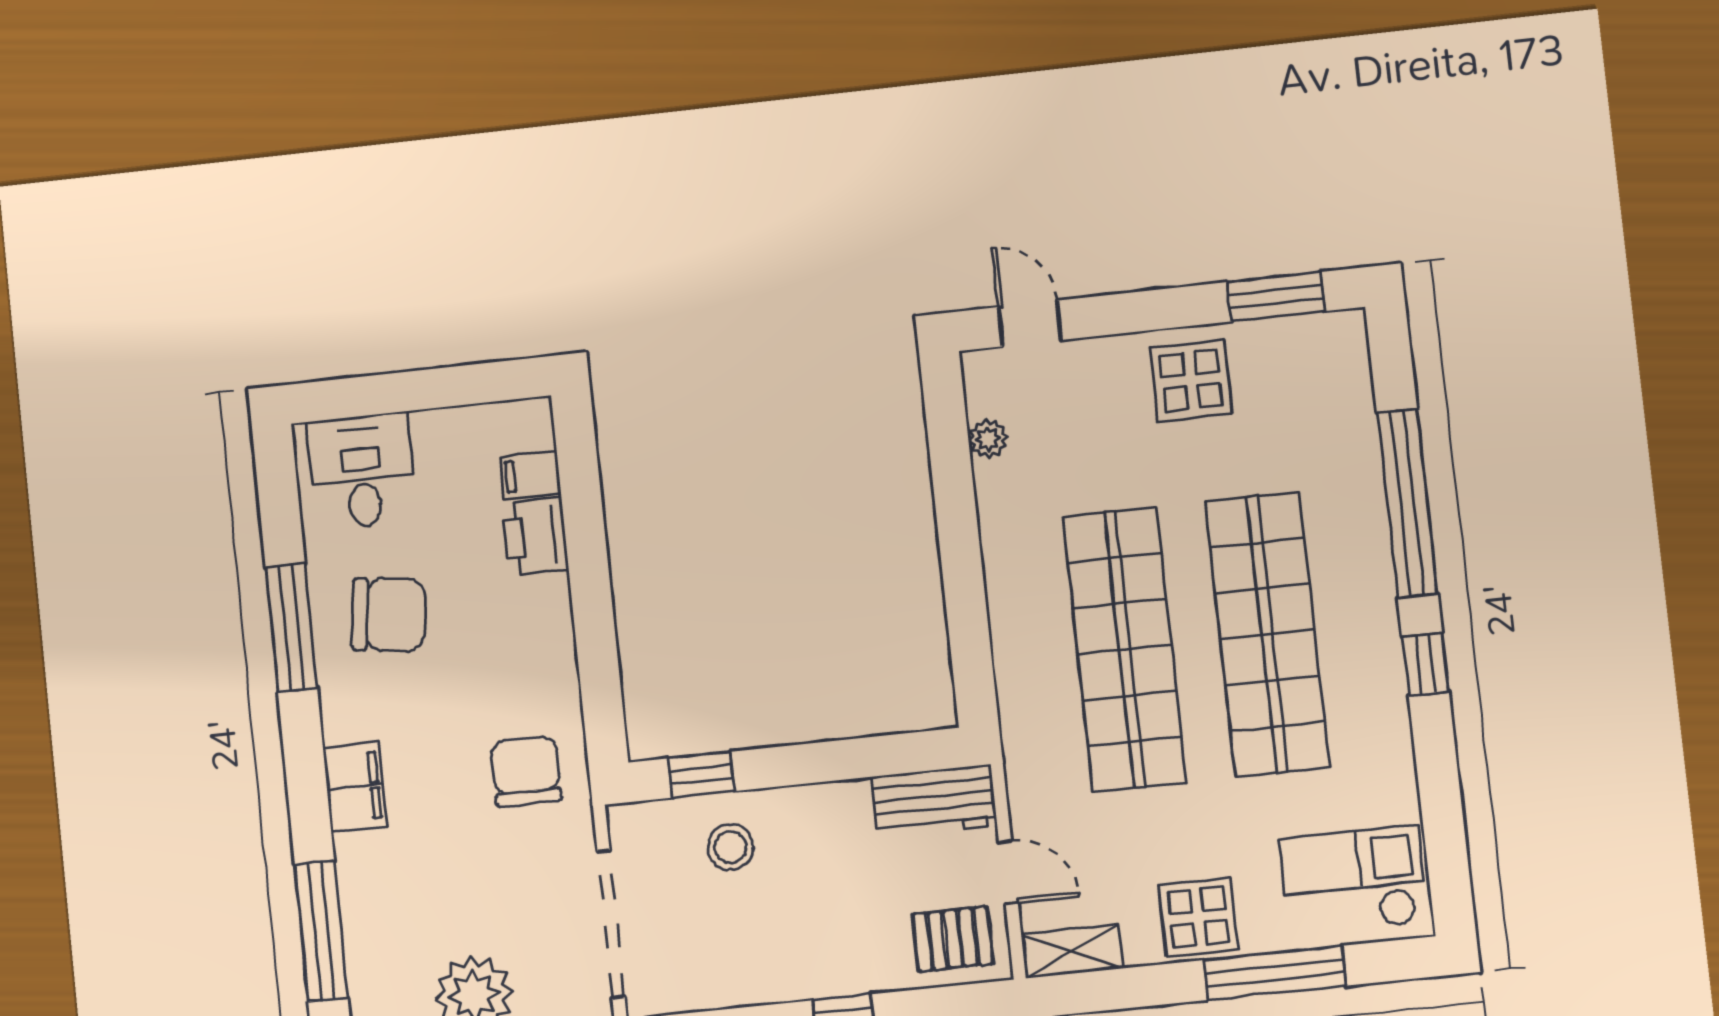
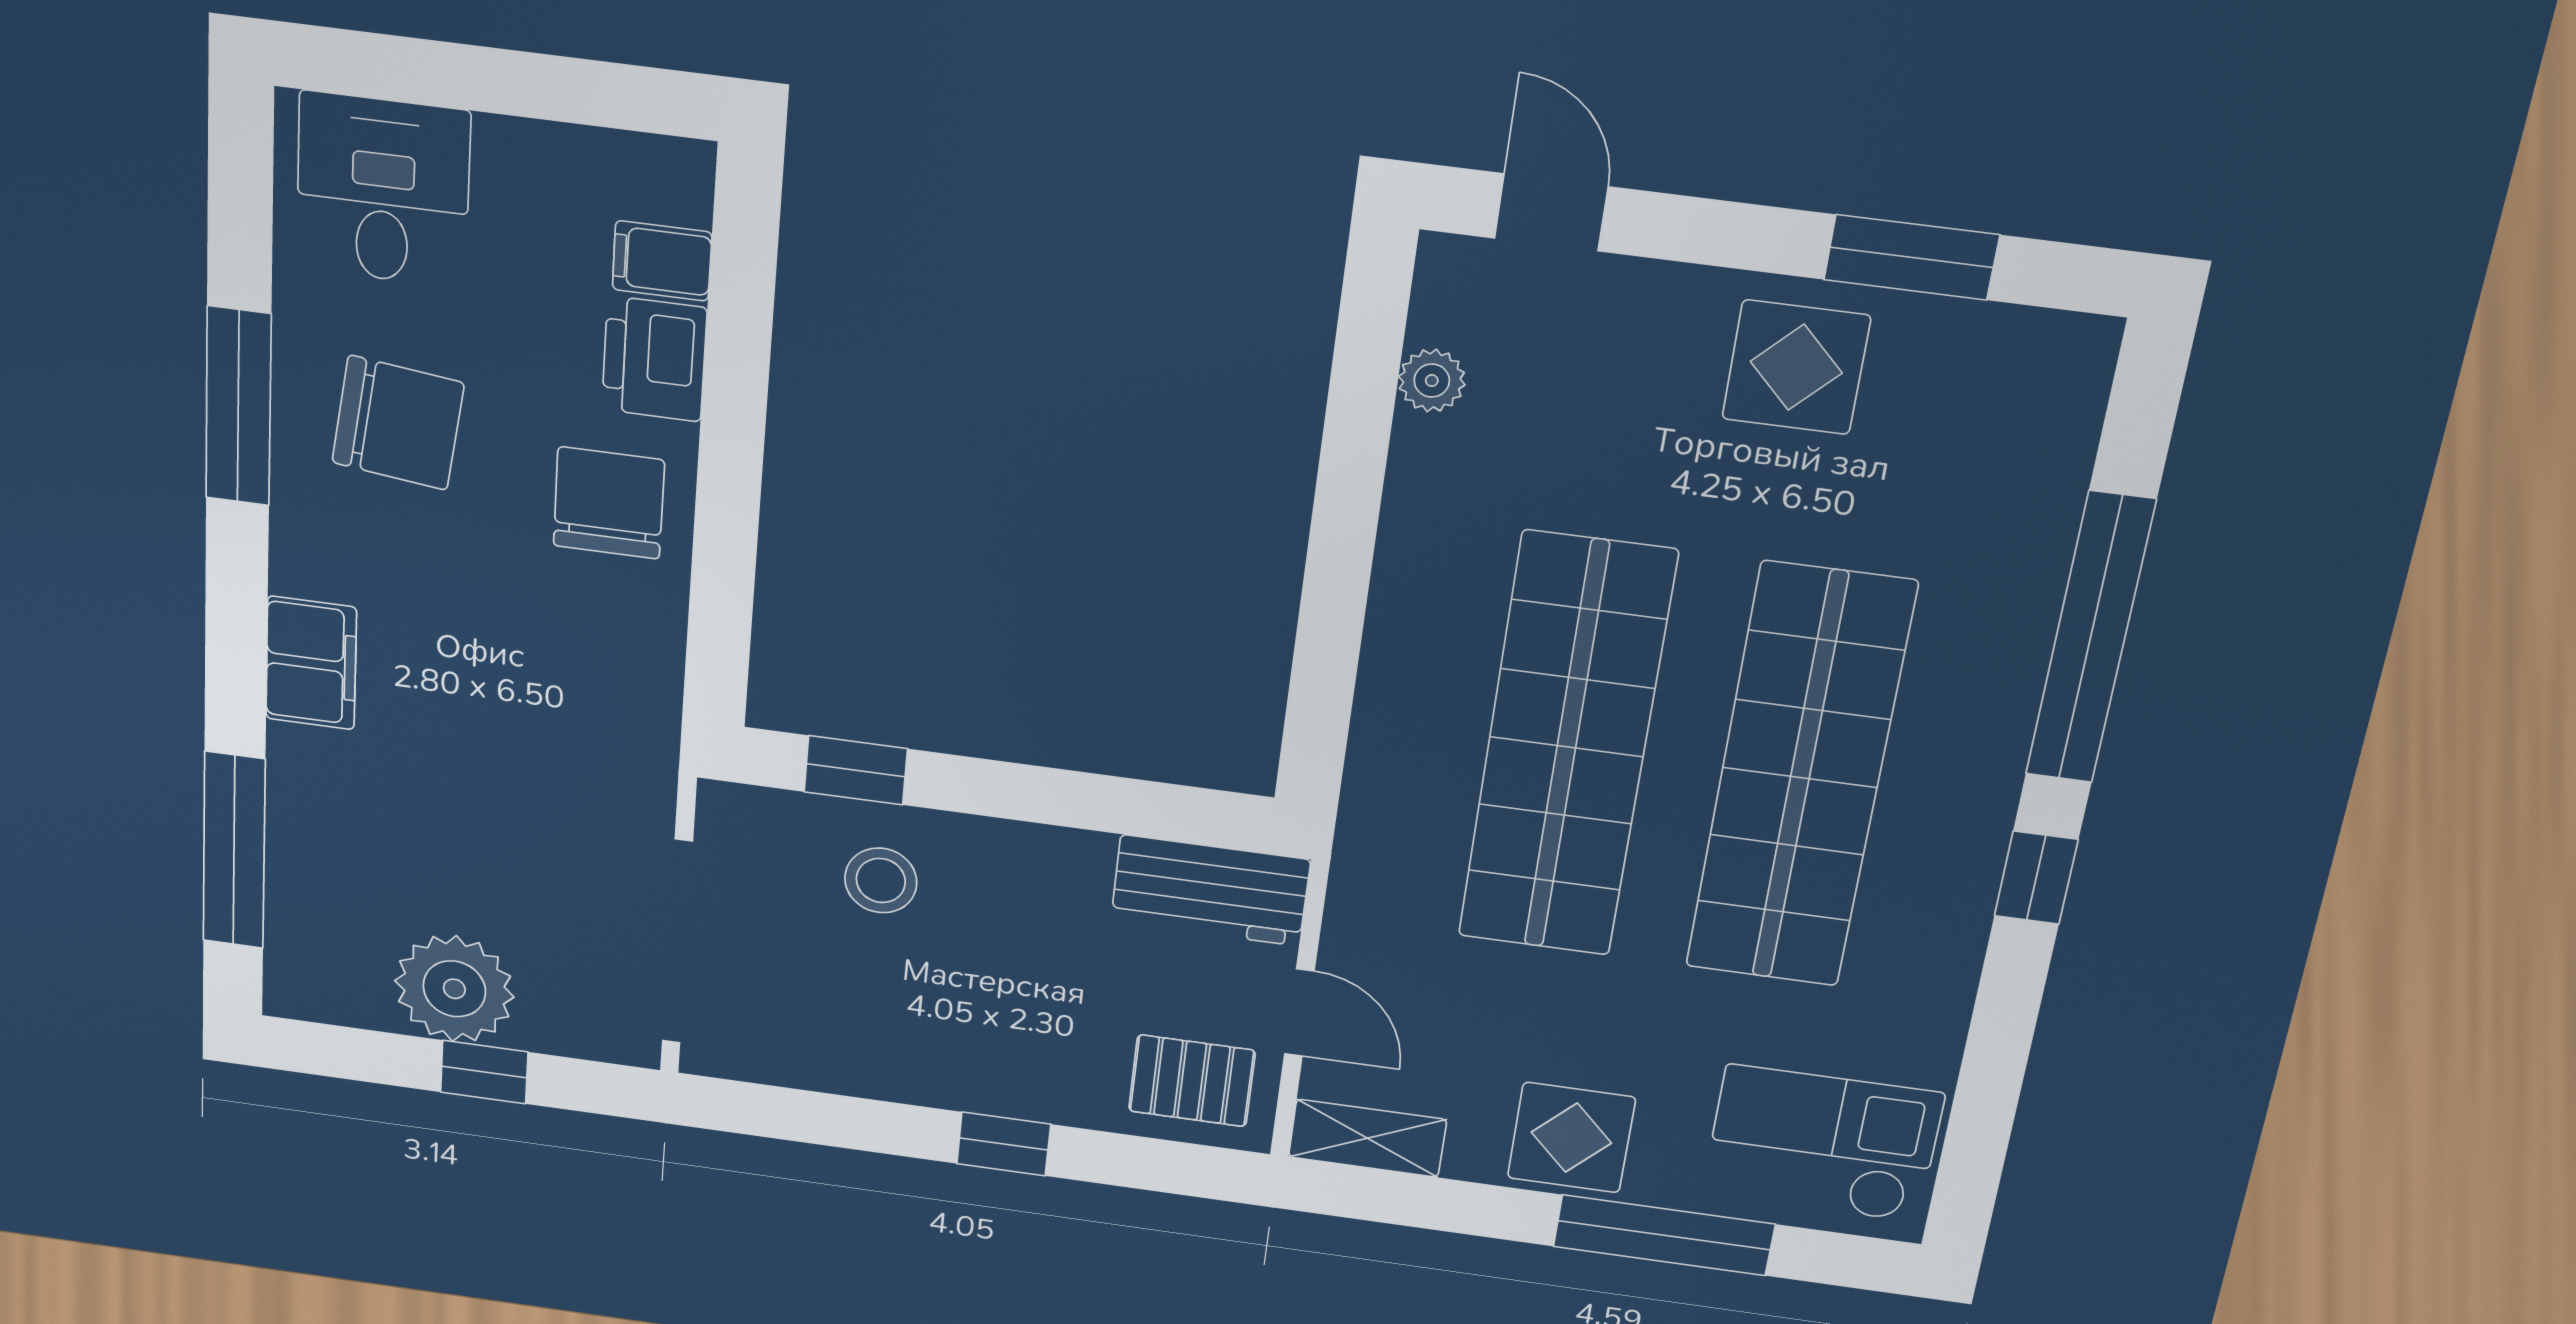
window: (1276, 297) -> (1912, 257), moved
chair: (526, 771) -> (609, 503), moved

